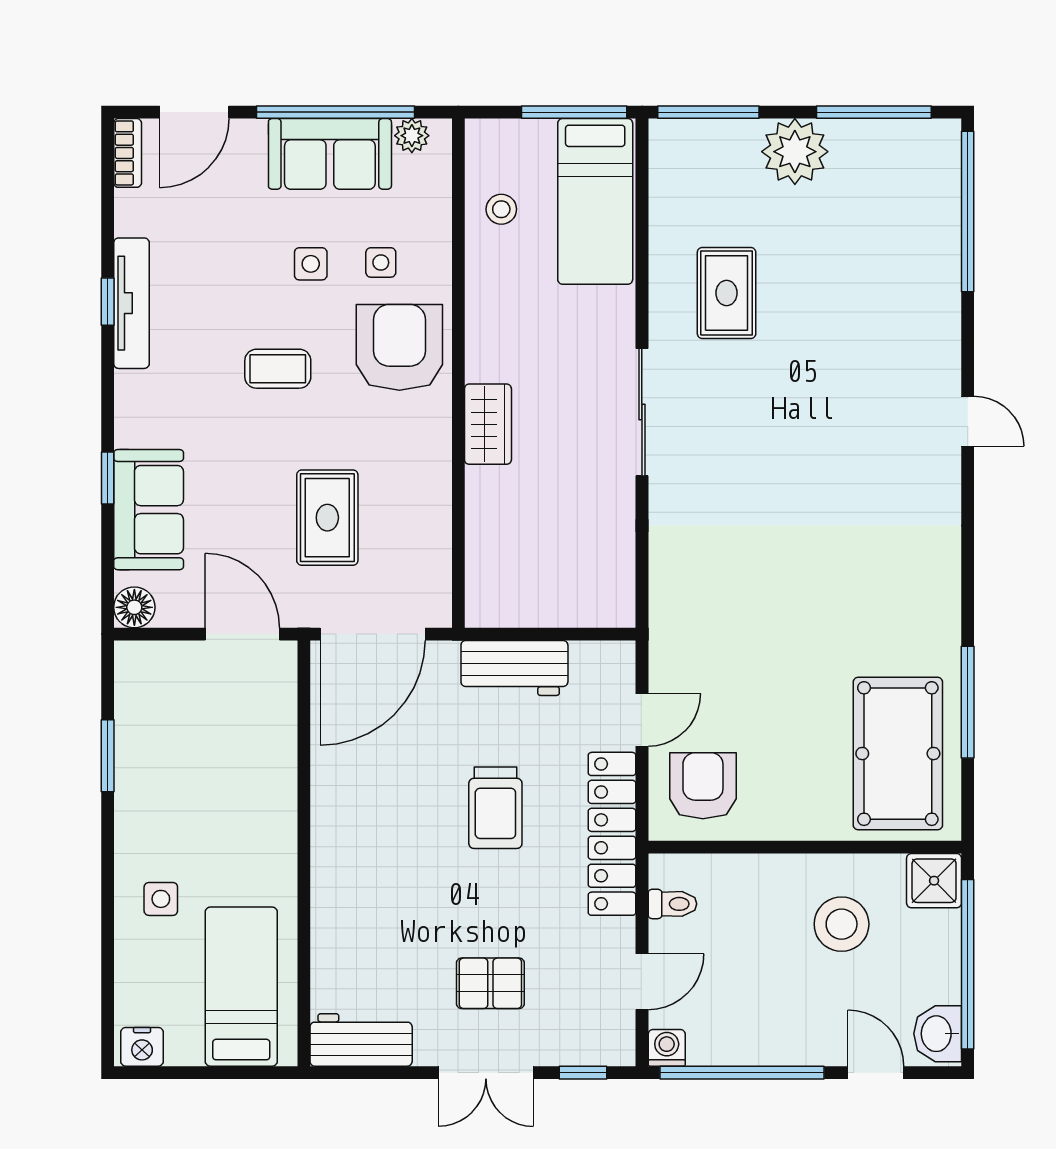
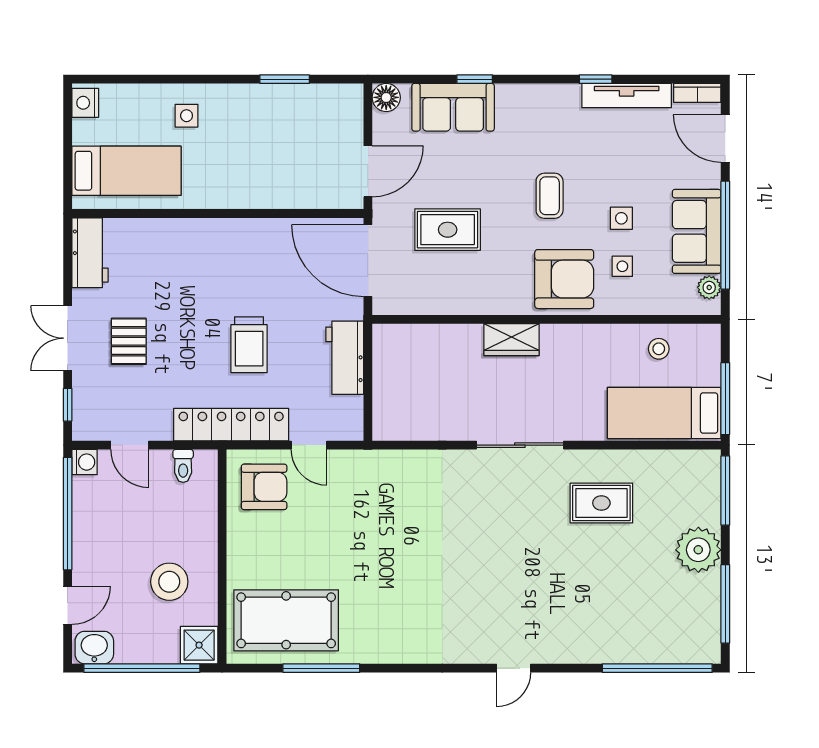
tv unit: (131, 303) -> (627, 96), moved
trolley: (495, 808) -> (249, 345), turned -90

